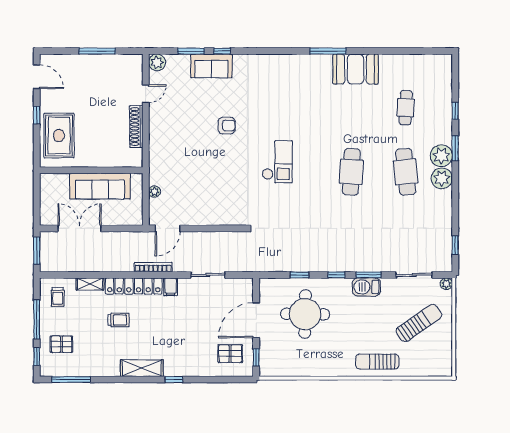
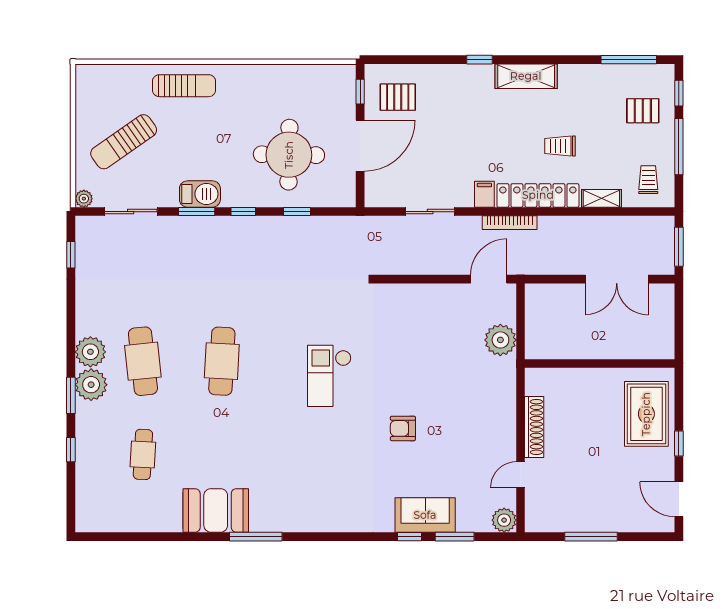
sofa: (100, 186) -> (587, 341), removed
plant: (154, 192) -> (500, 340), width x1.87, depth x1.87

